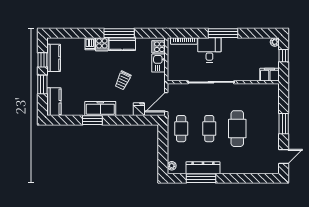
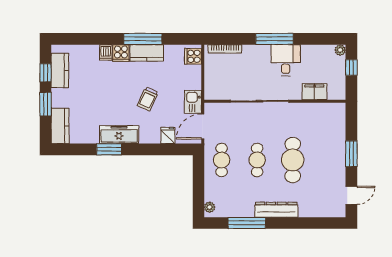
desk: (209, 50) -> (286, 60), moved
kitchen sink: (159, 63) -> (193, 102), moved
filing cabinet: (269, 75) -> (314, 92), moved
dresser: (203, 168) -> (276, 210), moved

